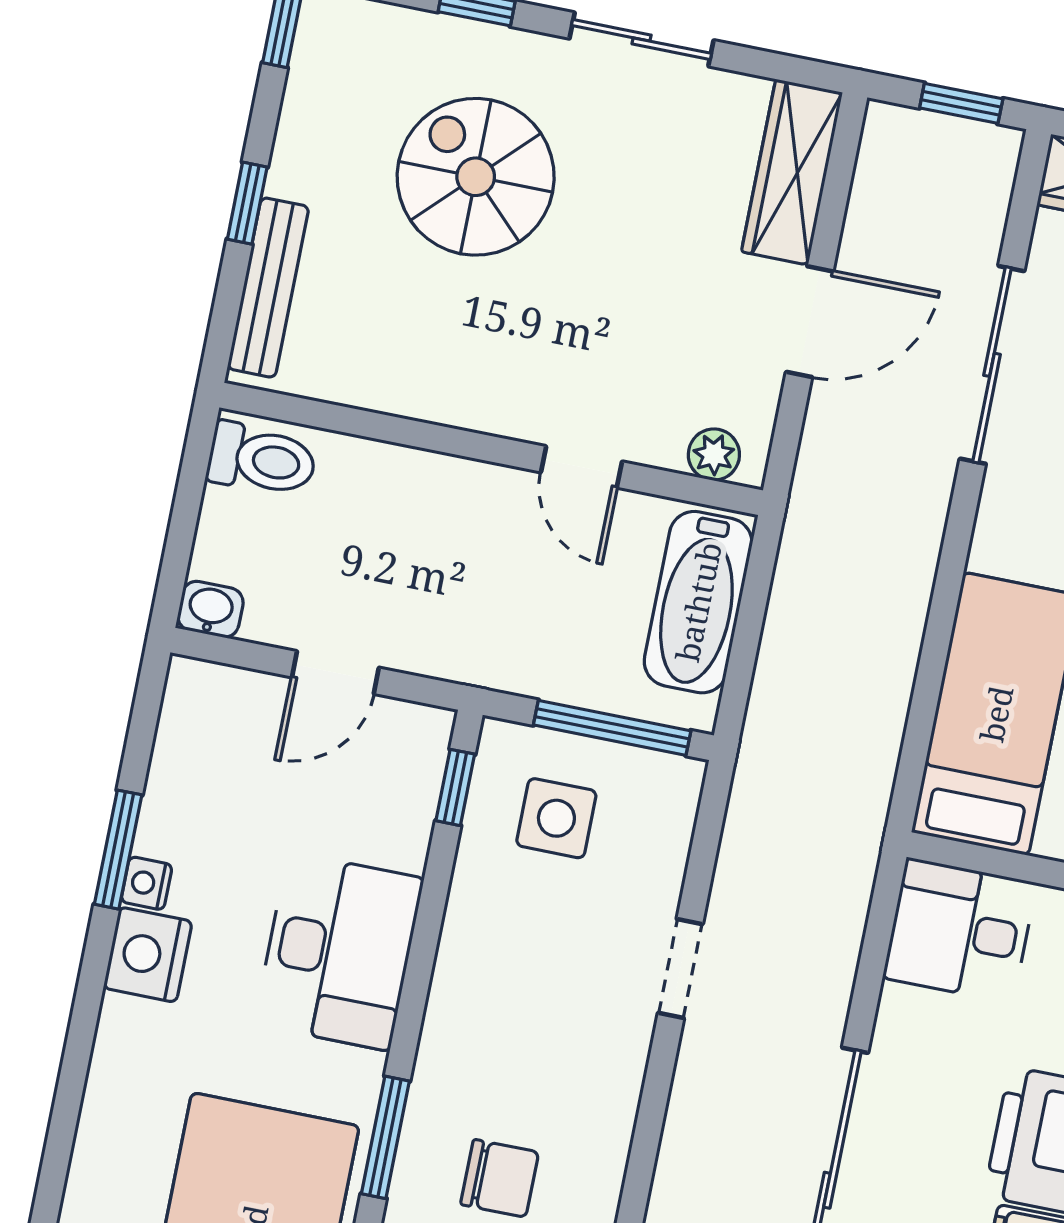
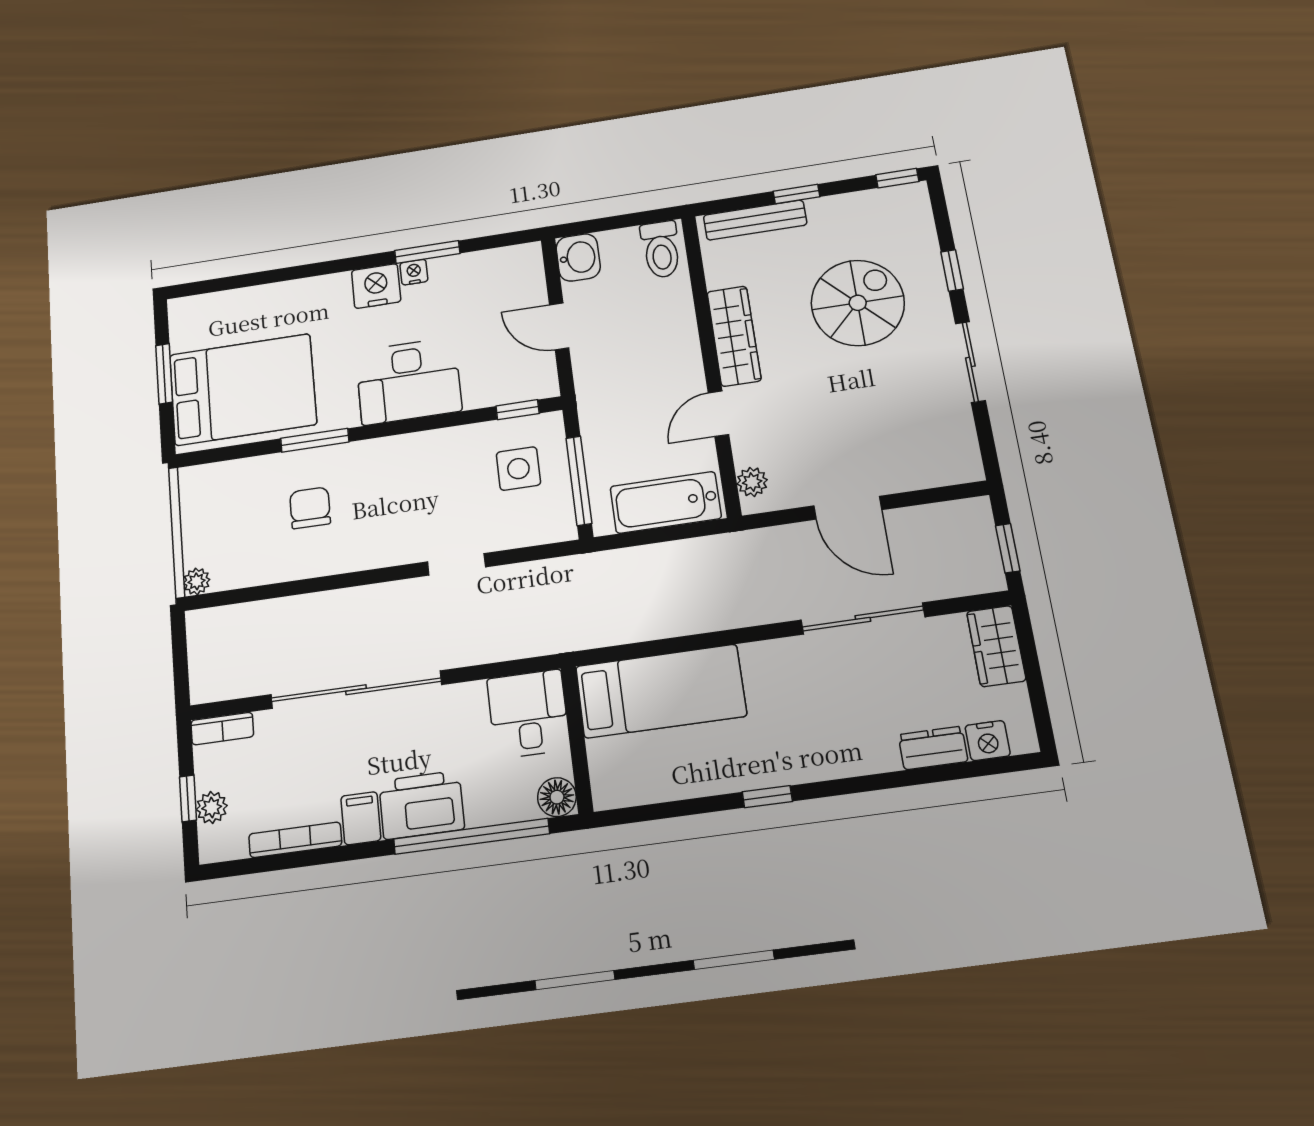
wardrobe: (792, 172) -> (734, 336), moved, turned 90
washbasin: (210, 609) -> (578, 257), width x1.38, depth x1.45
chair: (500, 1178) -> (310, 508), turned 180

